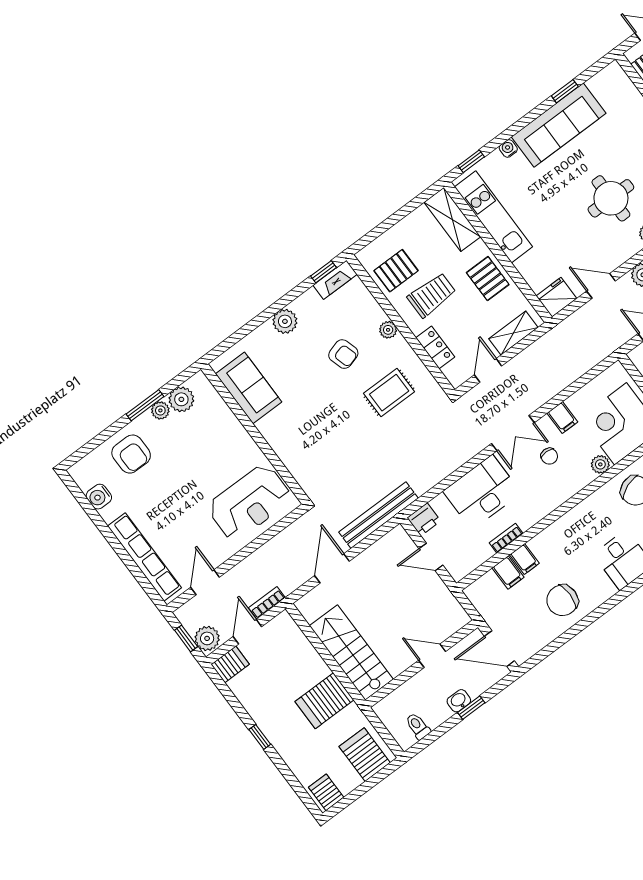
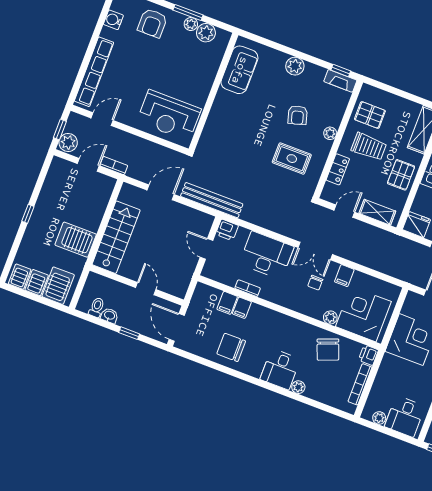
server rack: (230, 664) -> (37, 283), moved, turned -90
washbasin: (459, 701) -> (109, 316), moved

